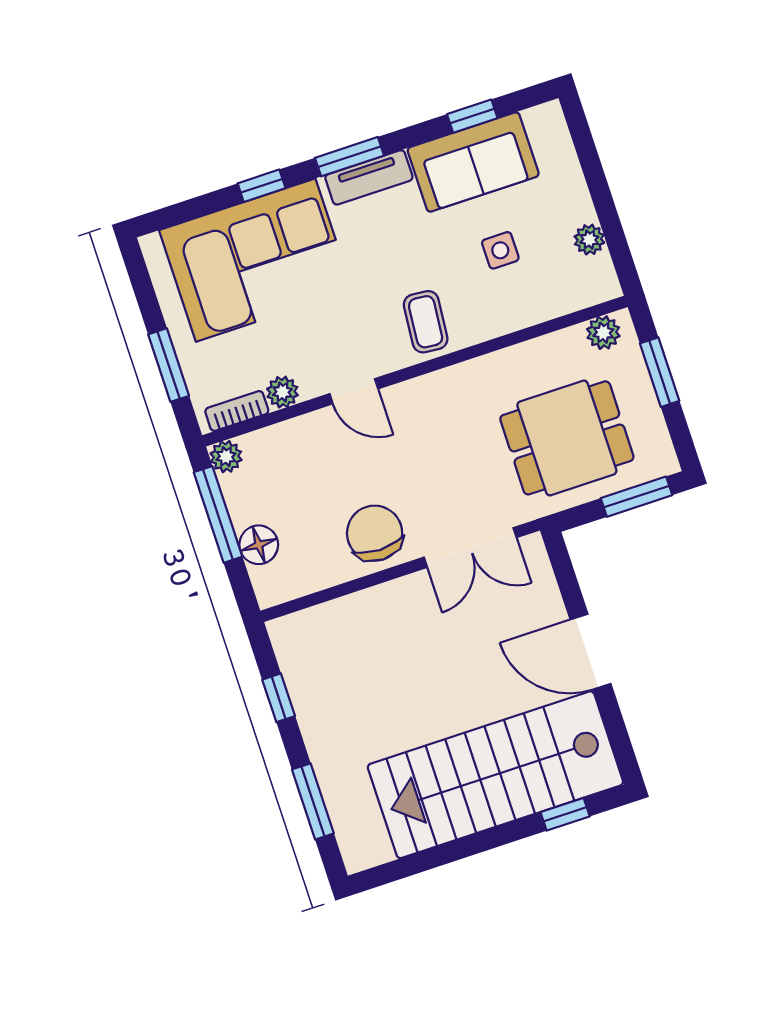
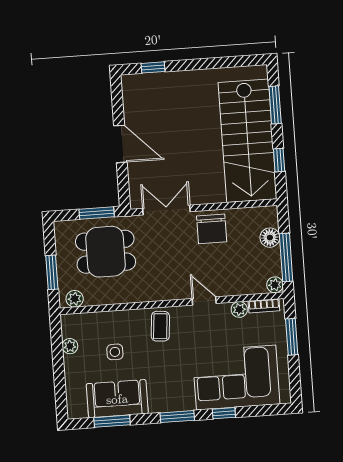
window: (472, 116) -> (112, 421), width x1.50
tv unit: (369, 177) -> (170, 404), removed
window: (636, 497) -> (97, 213), moved
stairs: (495, 775) -> (248, 141), moved, turned 90

